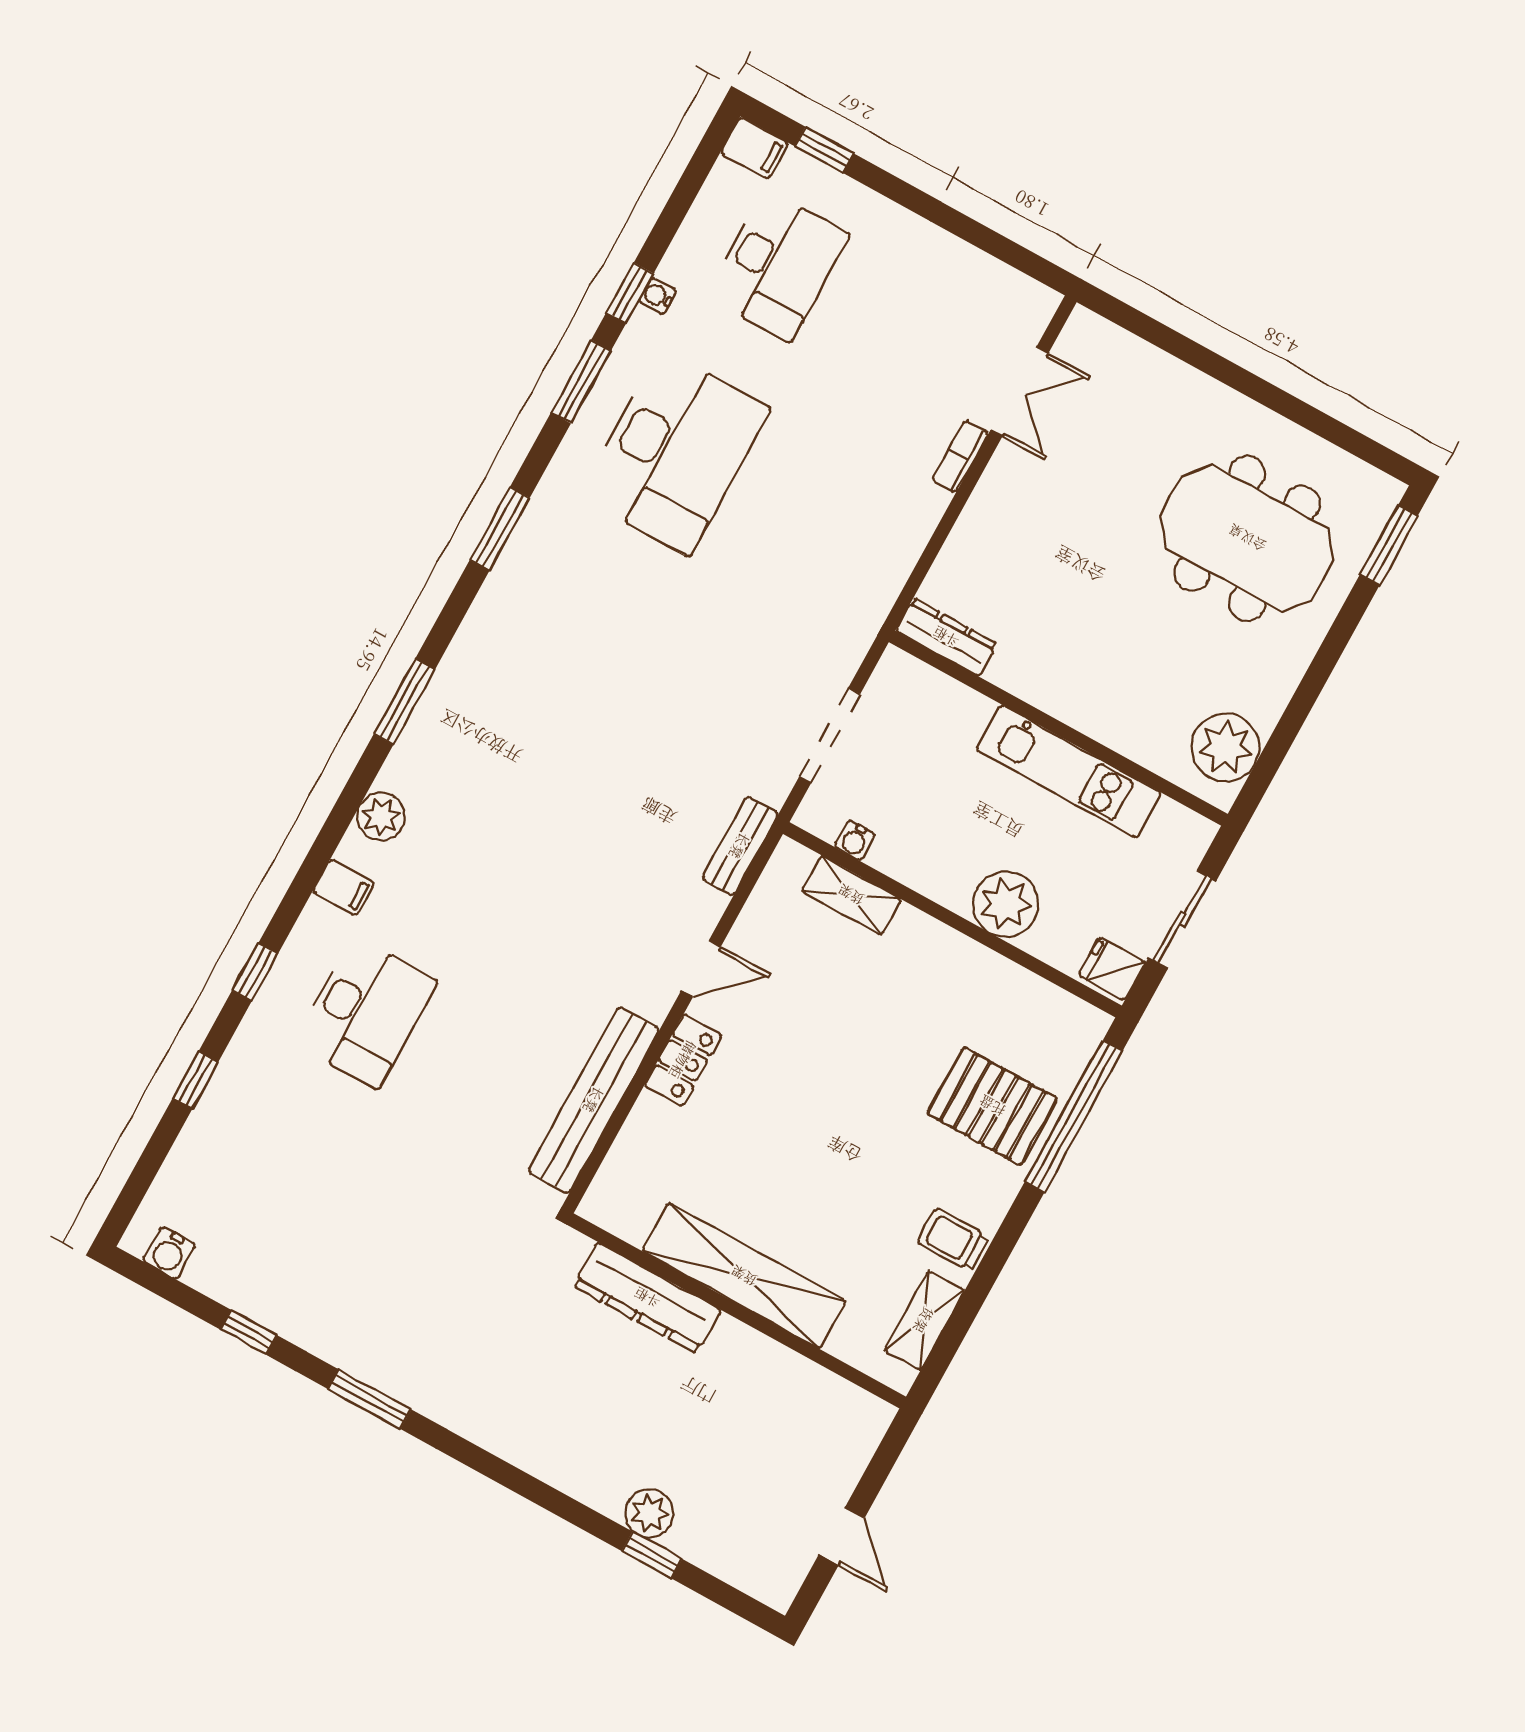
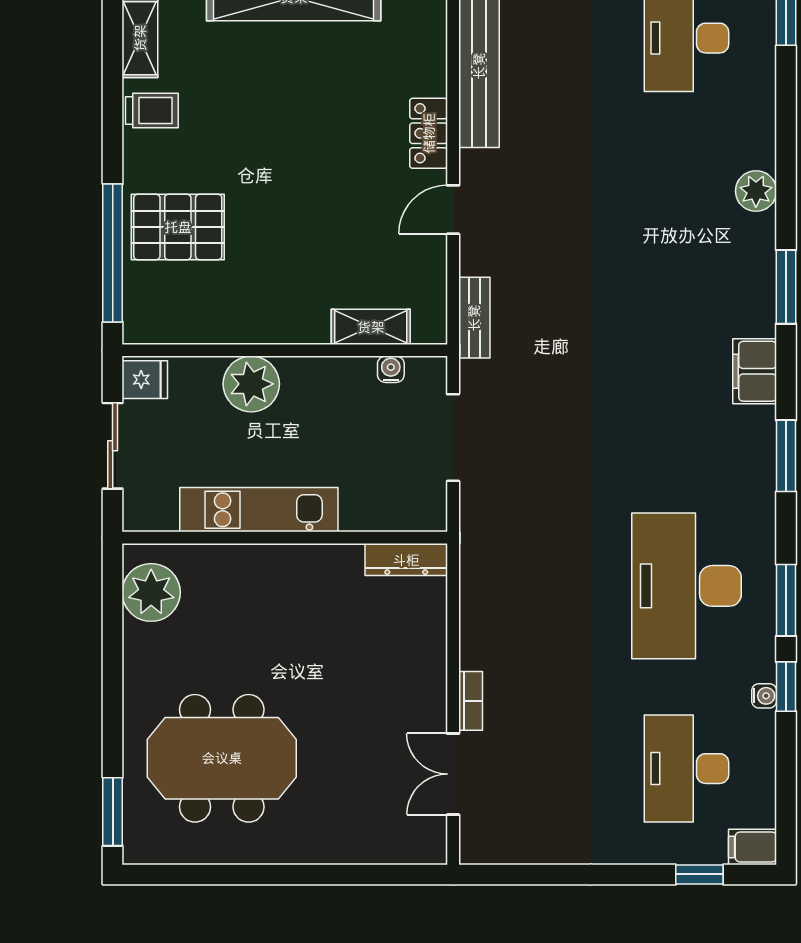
filing cabinet: (344, 887) -> (755, 371), moved, width x2.00

